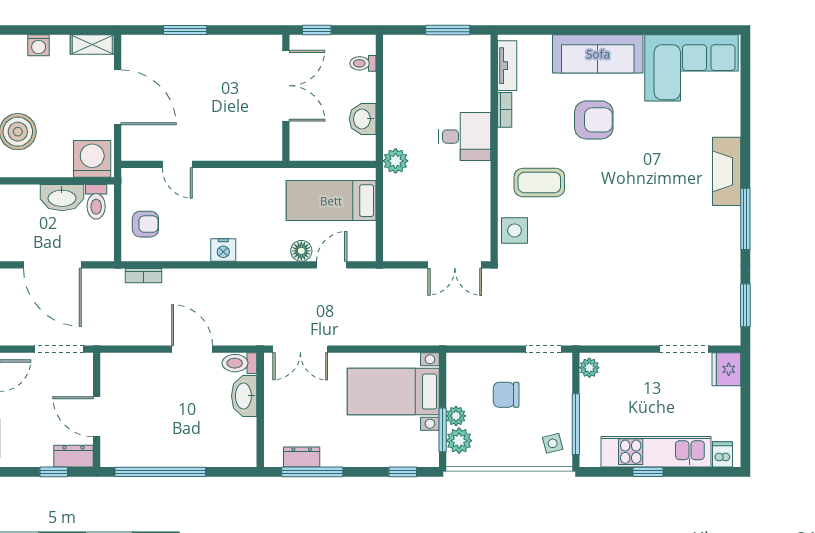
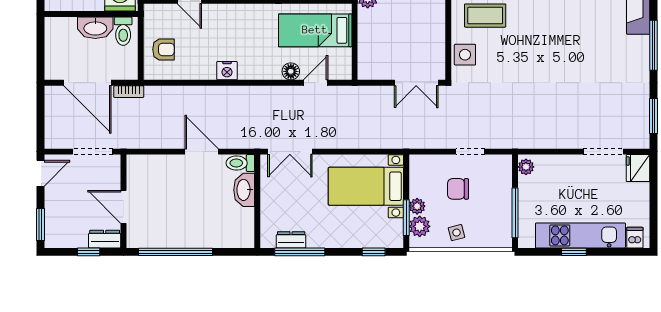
bookcase: (143, 276) -> (129, 92), moved
doorway: (544, 349) -> (470, 152), moved
side table: (553, 443) -> (457, 233), moved

